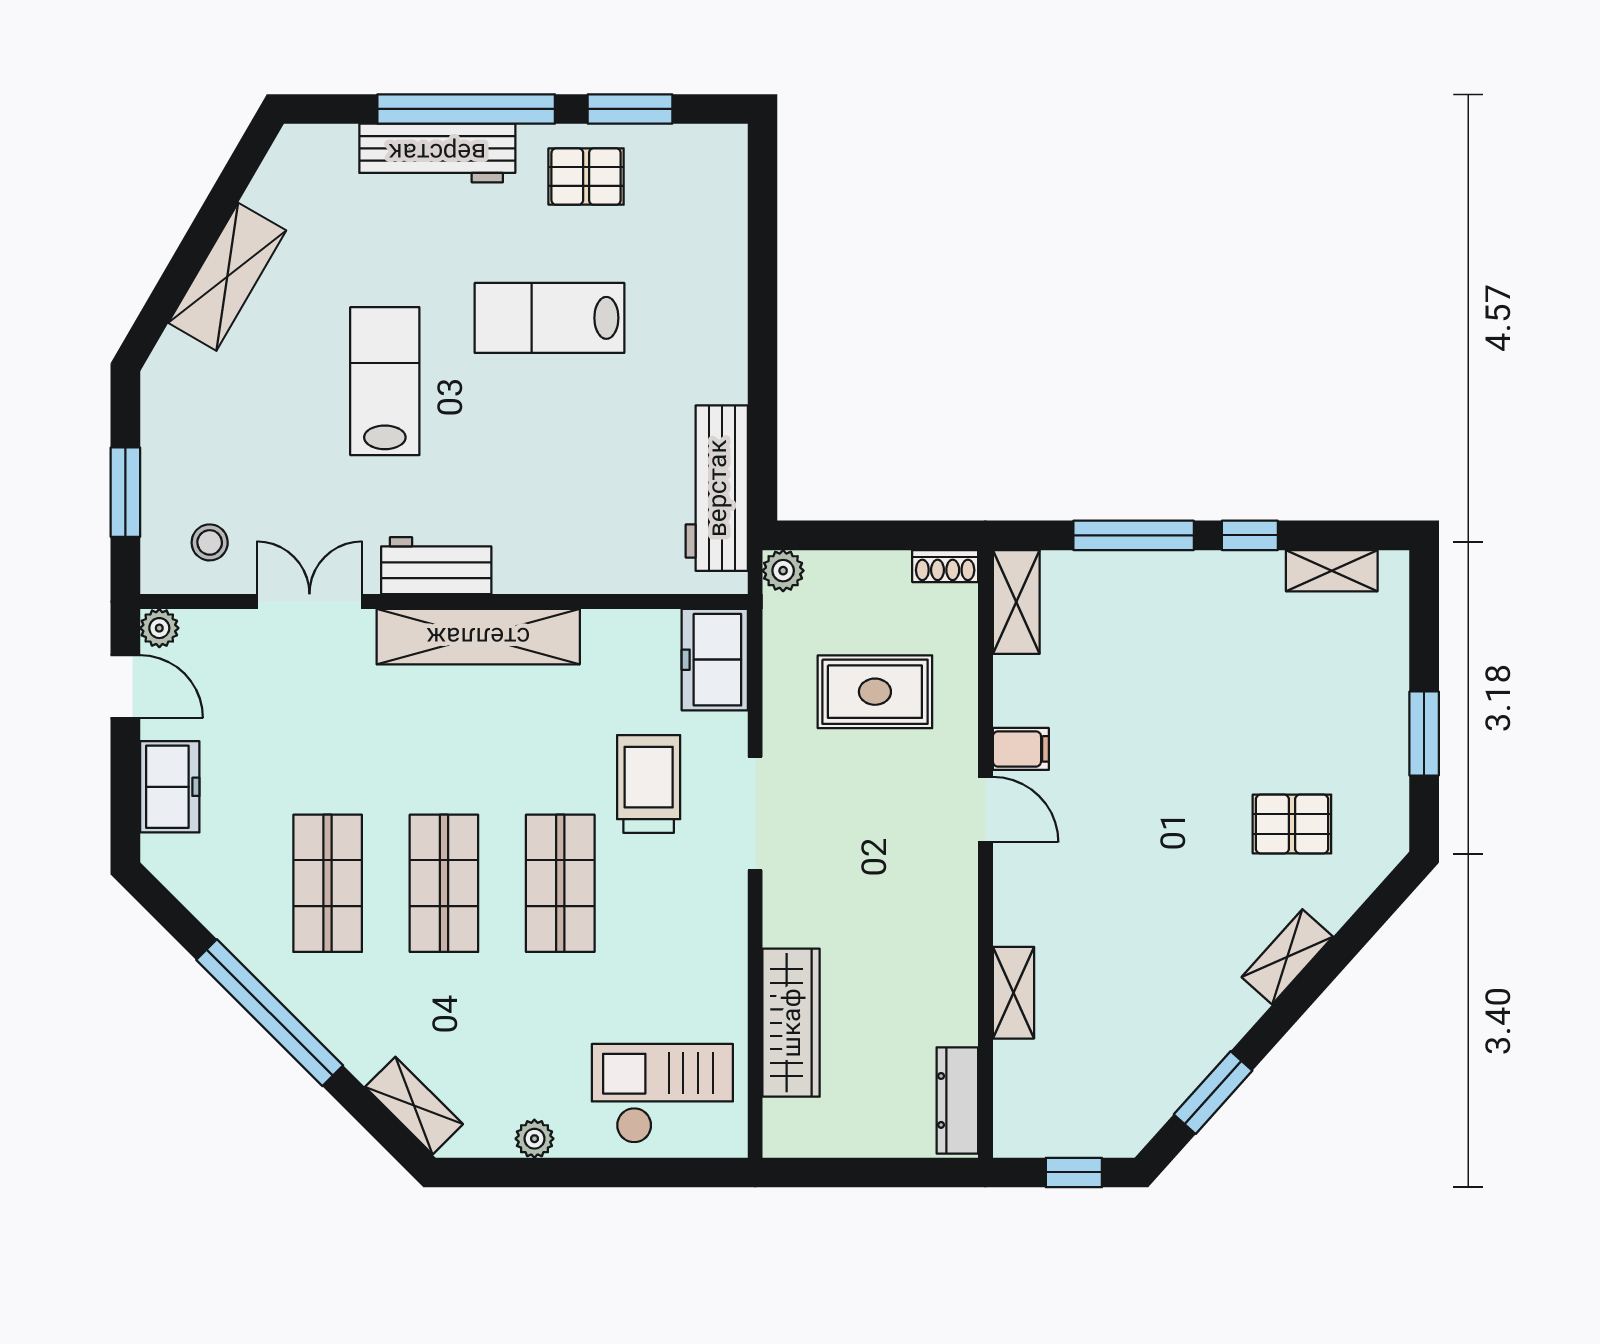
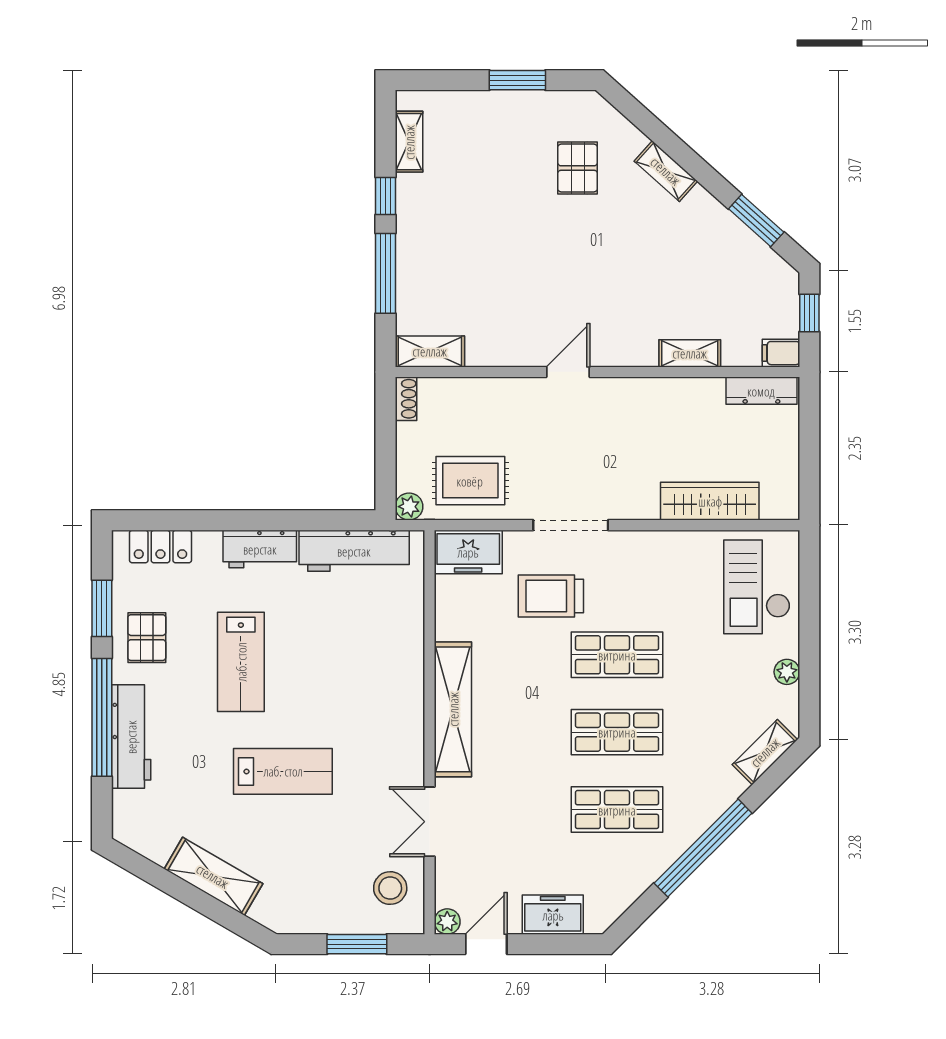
locker: (723, 197) -> (160, 546), added
lab bench: (385, 381) -> (283, 771), turned 180
stool: (210, 542) -> (390, 888), width x1.37, depth x1.37
workbench: (436, 566) -> (260, 549), moved, turned -90
rug: (875, 692) -> (470, 481), moved, turned 90
filing cabinet: (1021, 749) -> (781, 353), moved, turned -90

